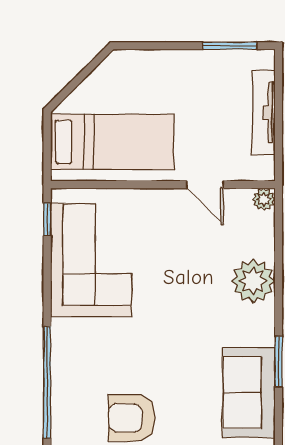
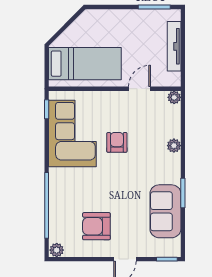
door: (205, 185) -> (139, 89), swing flipped
armchair: (167, 276) -> (117, 142), added
plant: (253, 281) -> (174, 146), width x0.53, depth x0.53

